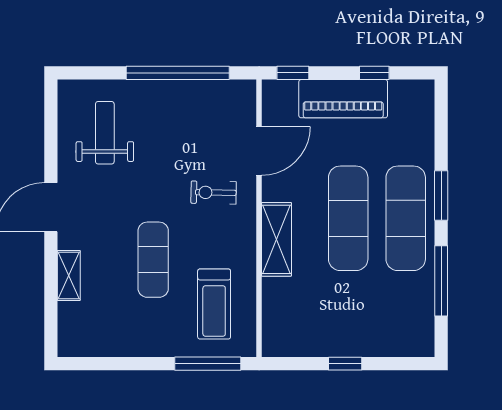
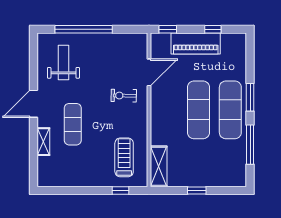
window: (178, 73) -> (84, 29), moved
shelving: (277, 239) -> (159, 166), moved
exercise mat: (153, 260) -> (73, 124), moved
treadmill: (214, 304) -> (124, 157), turned 180
window: (208, 364) -> (121, 191), width x0.46

